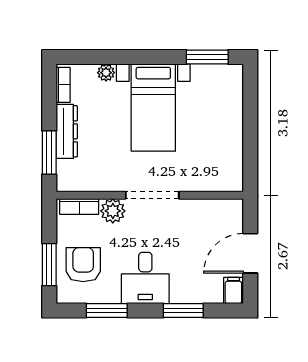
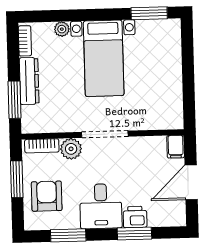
window: (49, 265) -> (17, 179), moved
filing cabinet: (233, 291) -> (176, 147), moved, turned 180
printer: (184, 292) -> (135, 217), added

